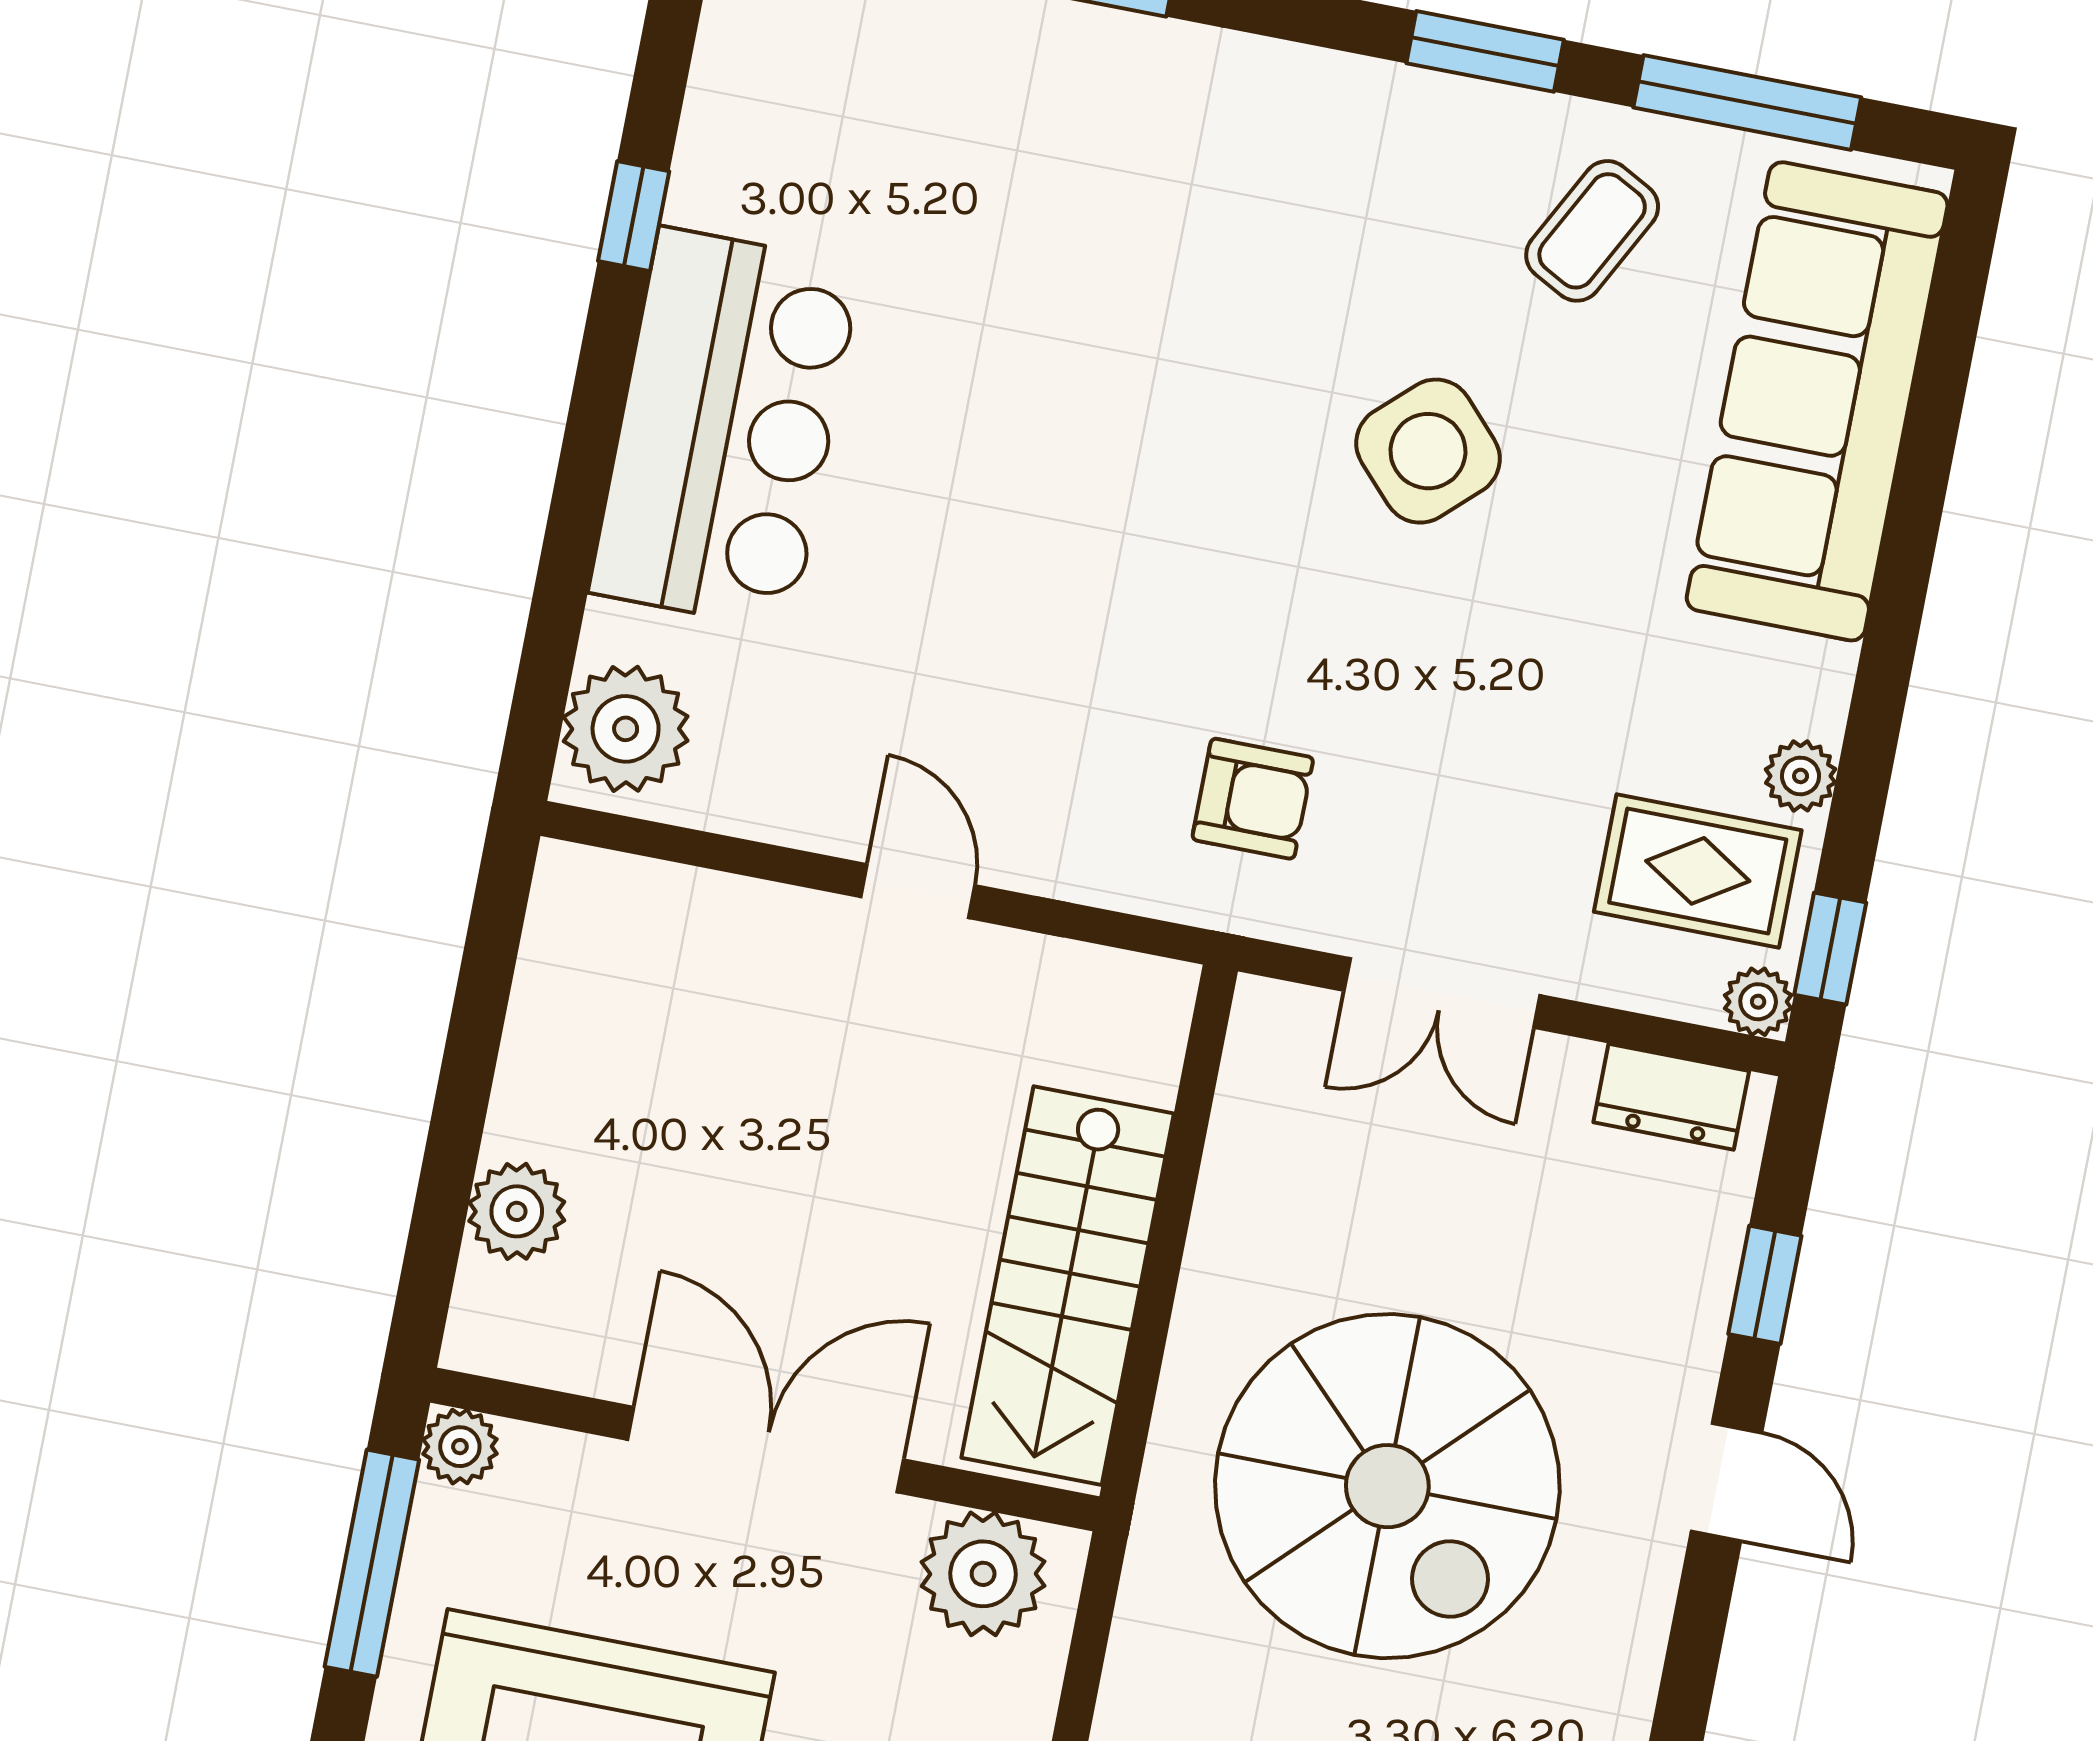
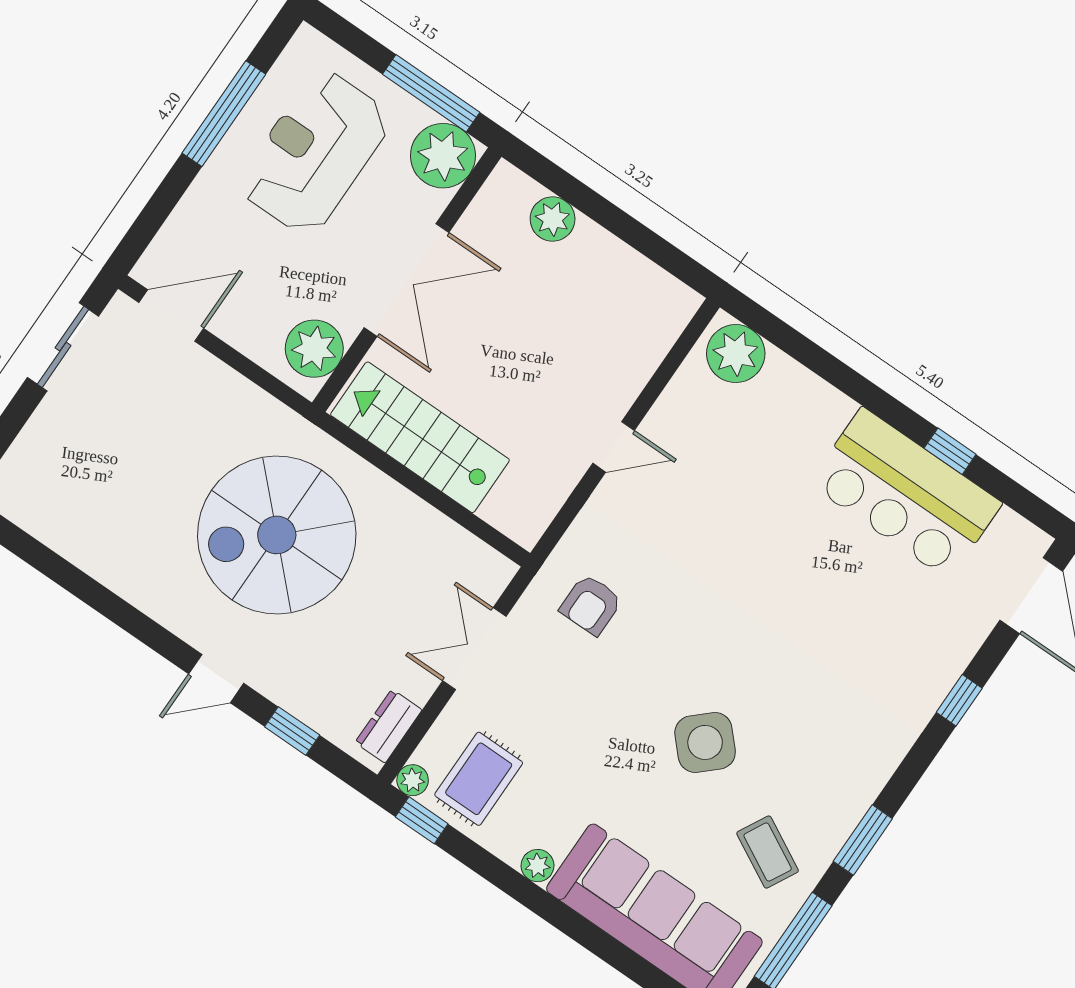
bar counter: (725, 429) -> (906, 493), moved
plant: (1801, 776) -> (538, 866), moved
plant: (460, 1447) -> (443, 156), width x1.88, depth x1.88

